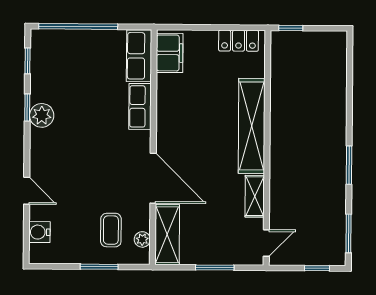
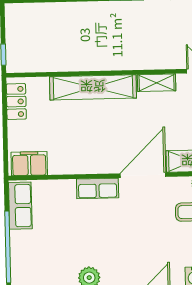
row of seats: (139, 56) -> (20, 206), moved, turned -90
row of seats: (140, 106) -> (98, 188), moved

